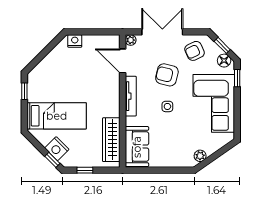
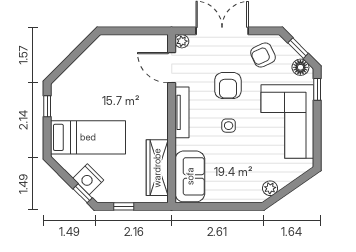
nightstand: (75, 41) -> (111, 43), removed
armchair: (167, 75) -> (228, 86), turned -104

